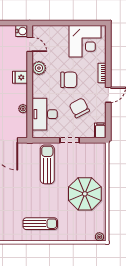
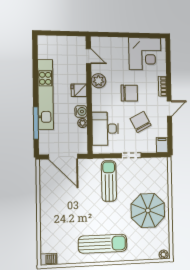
water cooler: (22, 31) -> (81, 111), moved
sun lounger: (40, 224) -> (103, 244), width x1.36, depth x1.34

